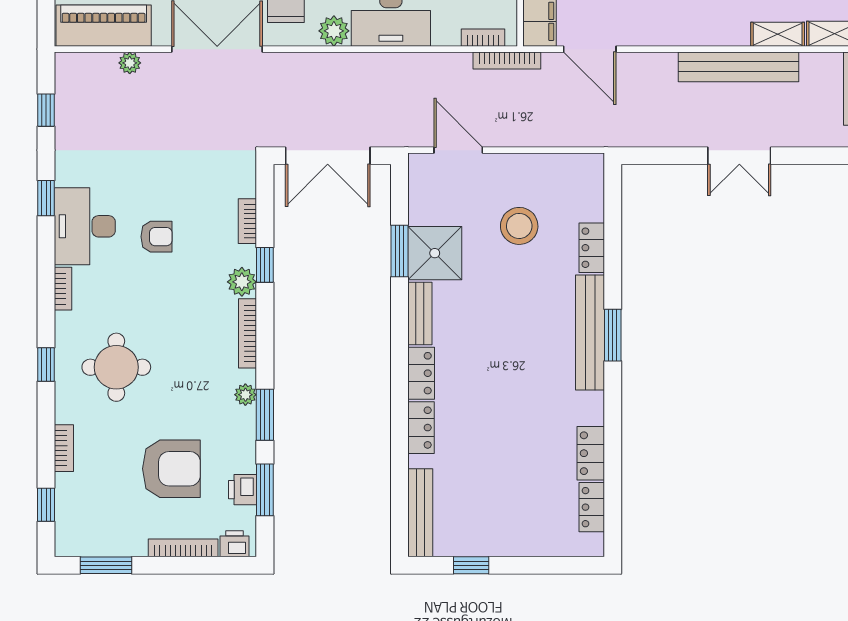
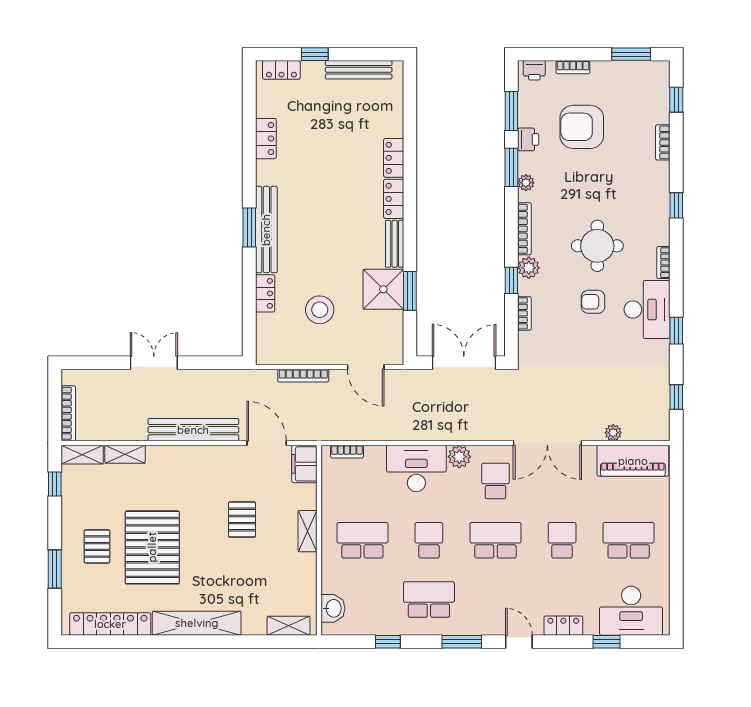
bookcase: (507, 61) -> (303, 376), moved, turned 180
bench: (739, 67) -> (193, 430), moved
round table: (116, 367) -> (597, 246), moved
printer: (243, 490) -> (528, 139), moved
locker: (592, 507) -> (281, 70), moved, turned 90
bench: (420, 513) -> (359, 70), moved, turned 90
bookcase: (183, 548) -> (573, 67), width x0.64
window: (471, 565) -> (315, 54), moved

